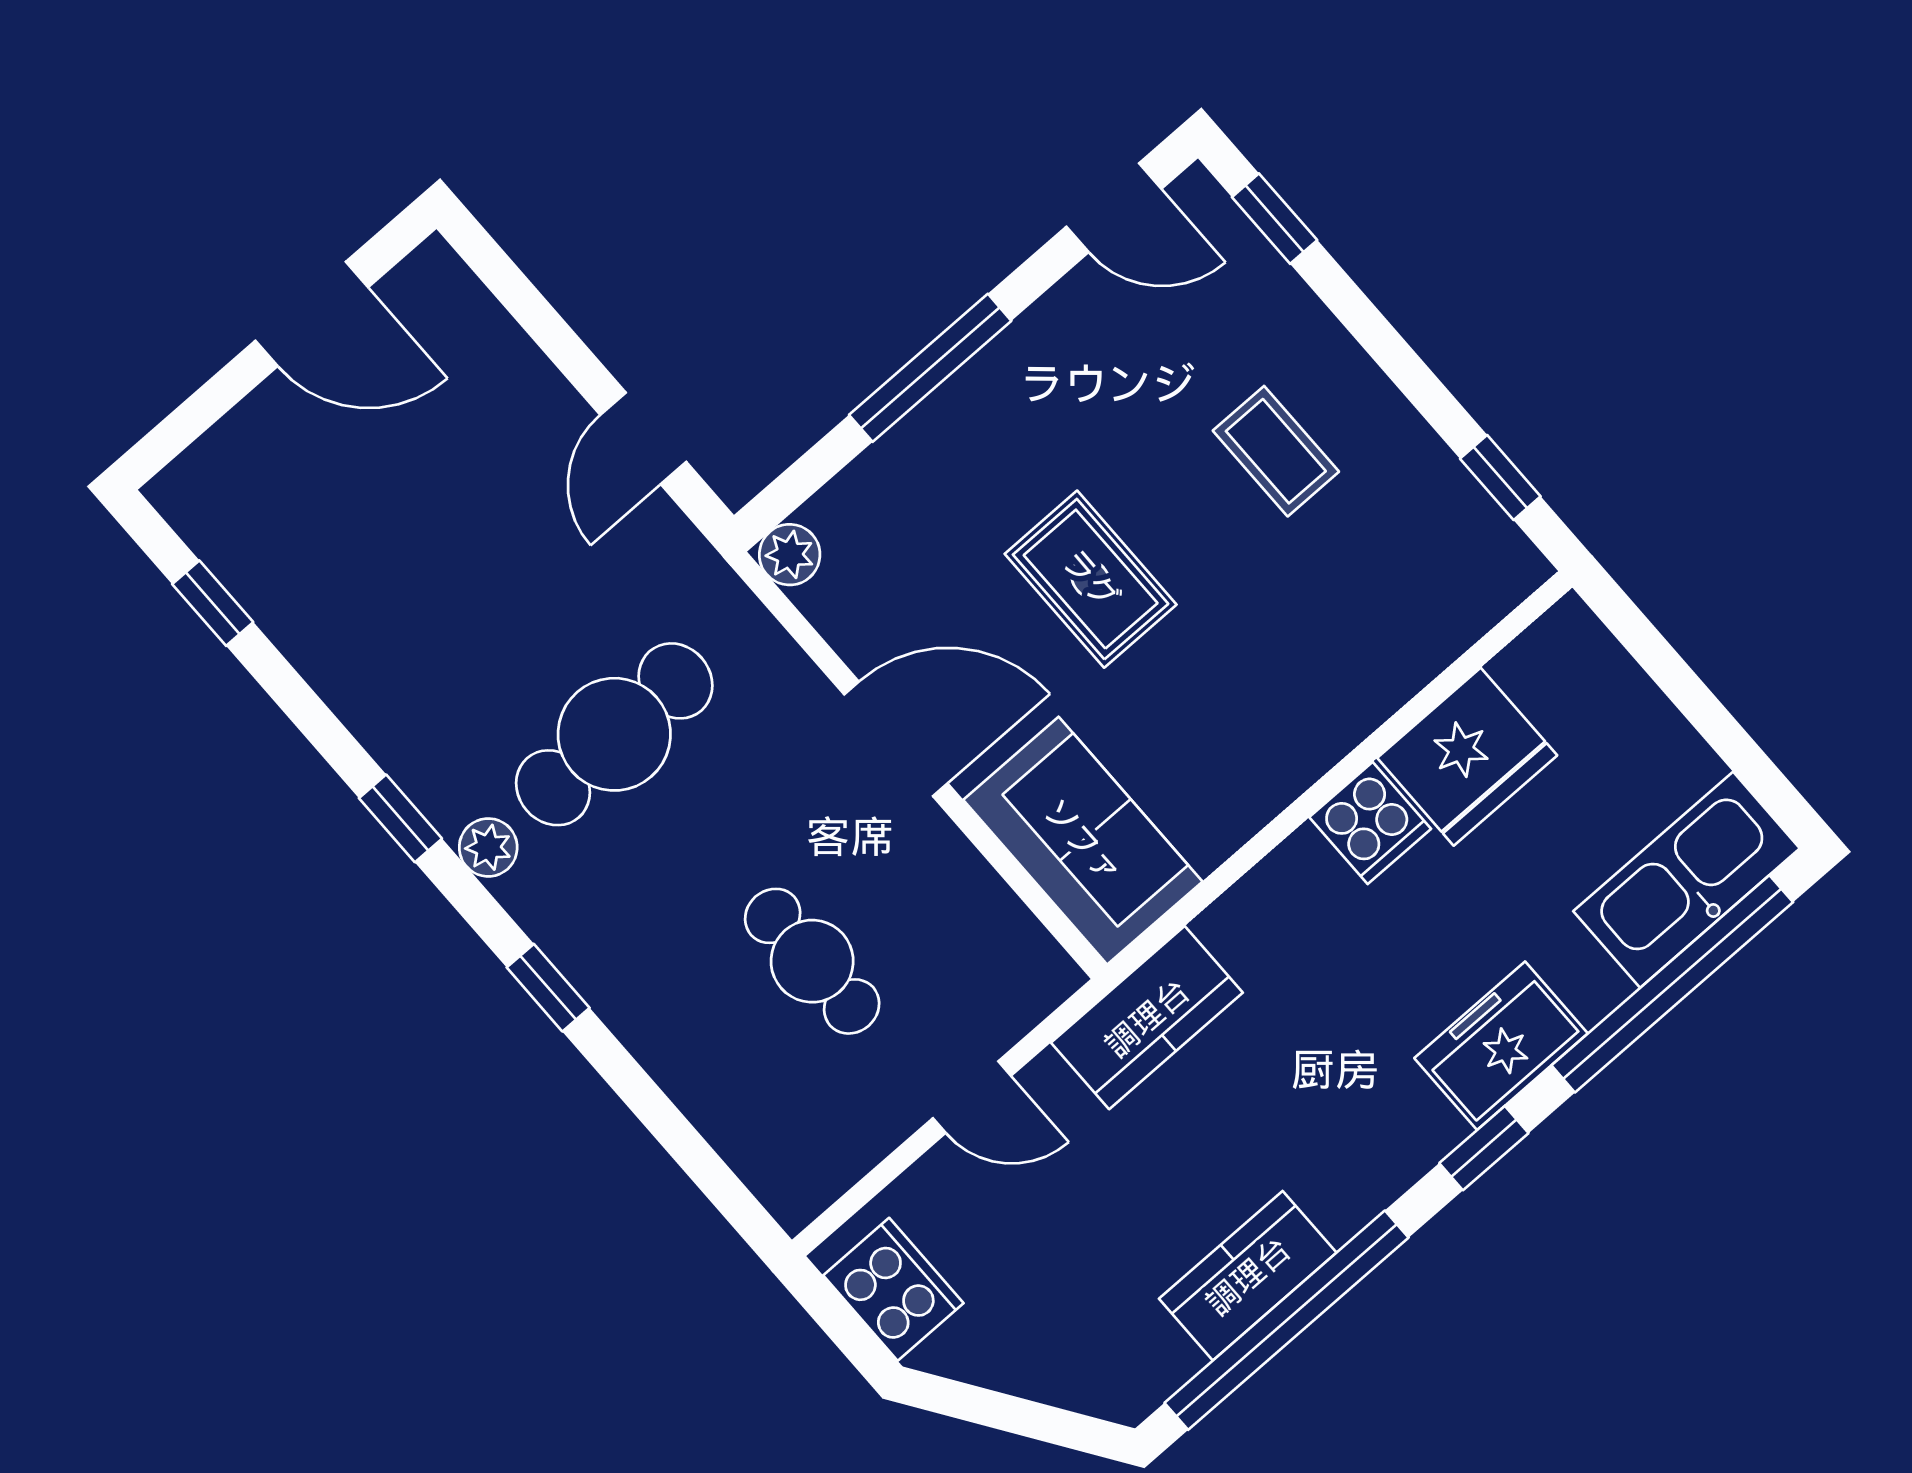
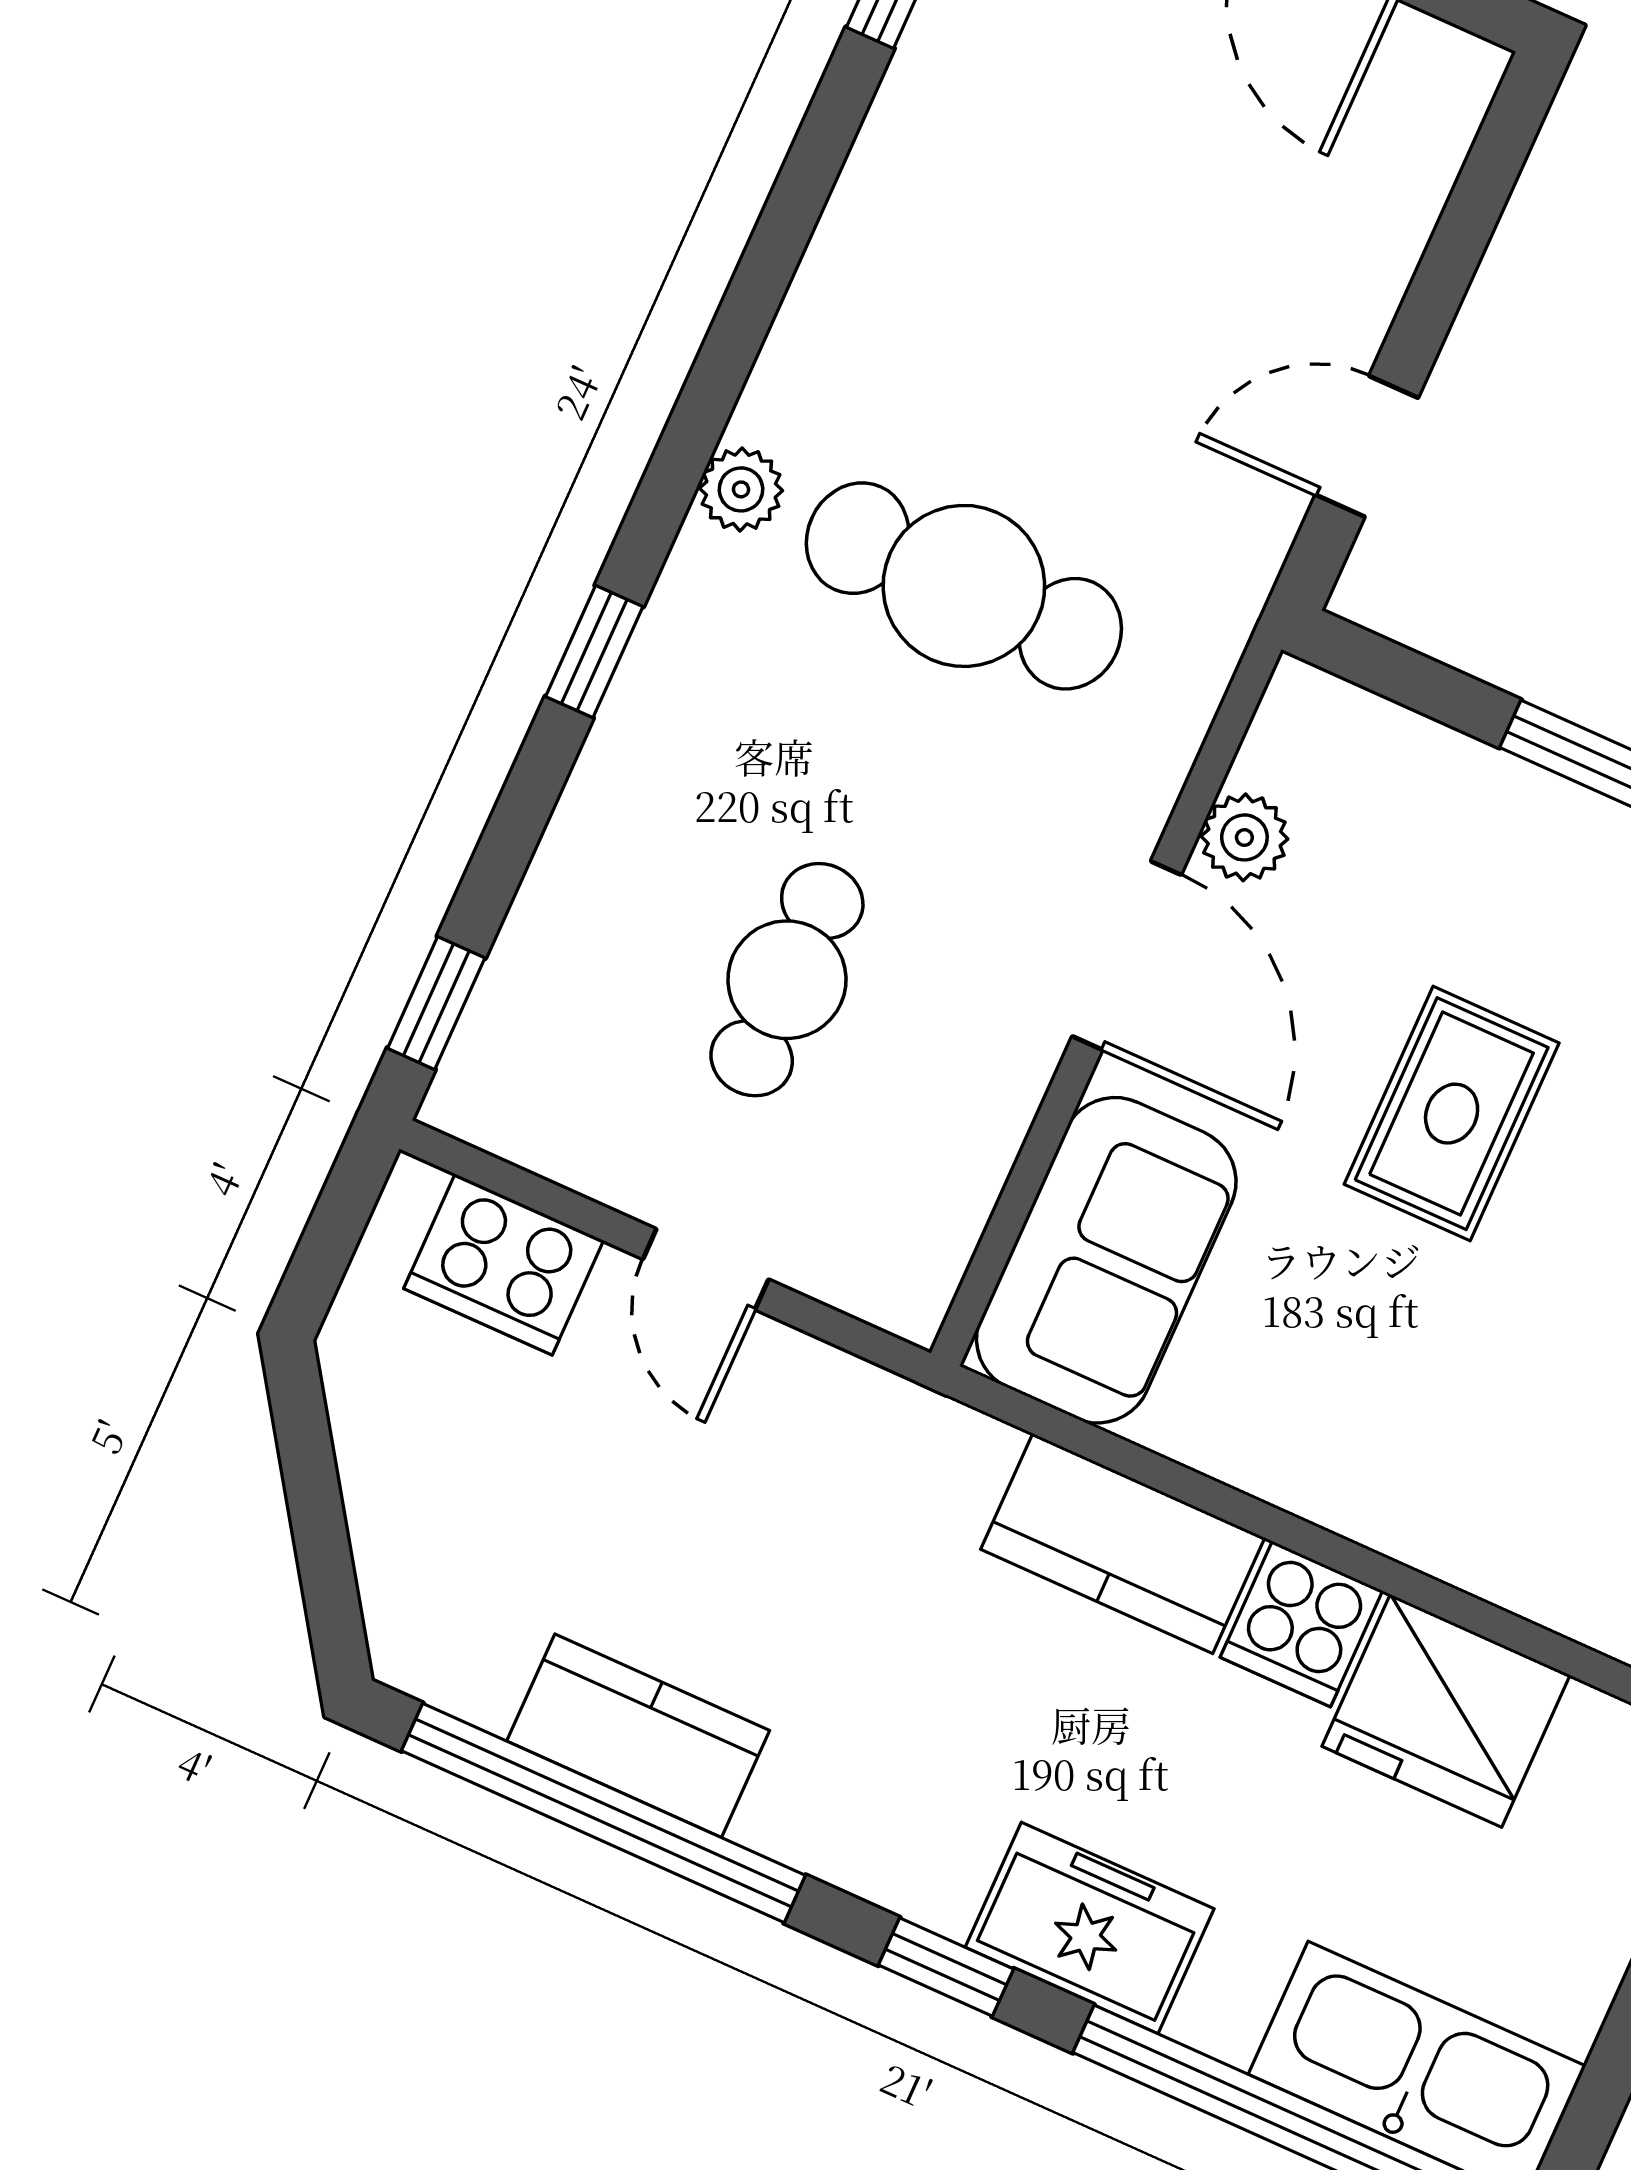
plant: (790, 555) -> (1244, 837), moved
window: (400, 818) -> (436, 1003), moved
kitchen counter: (1147, 1018) -> (1123, 1544), moved
cooker: (893, 1289) -> (504, 1265), moved, turned 90

